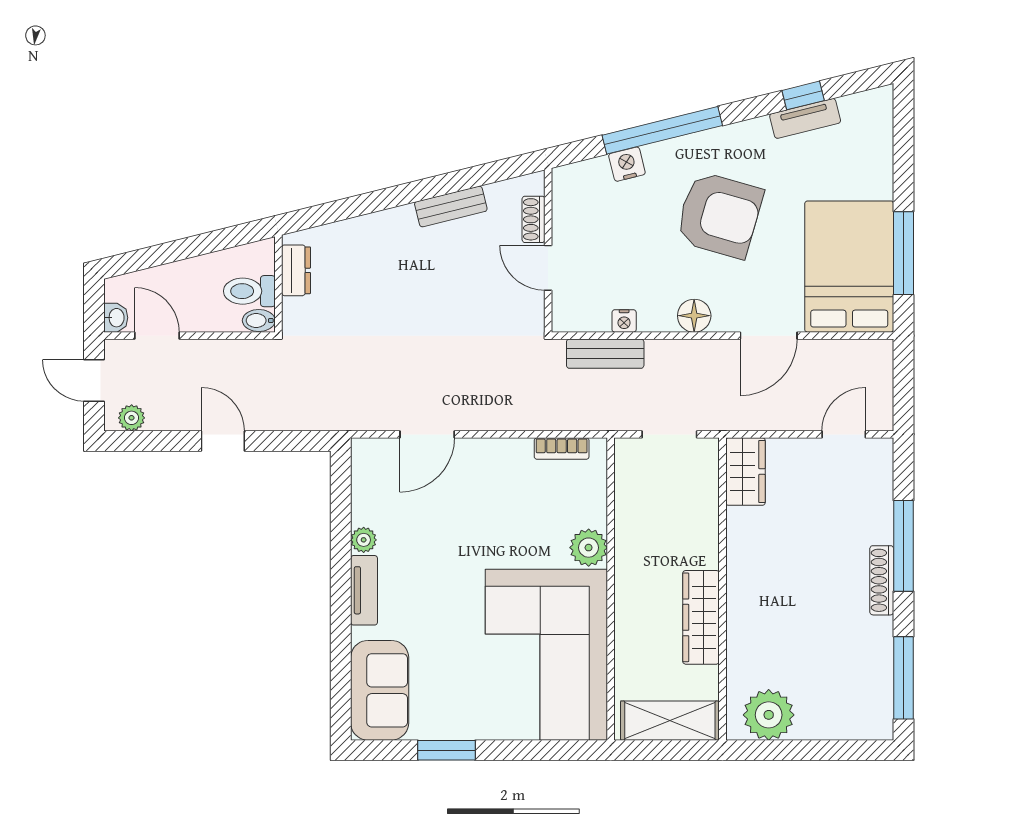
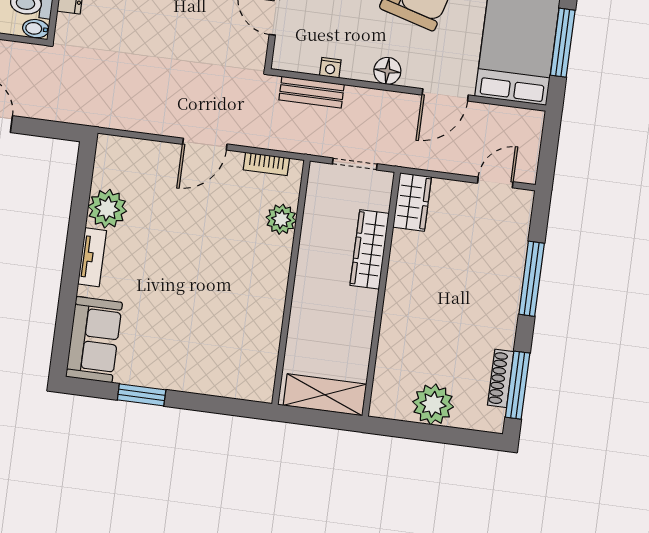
door: (427, 434) -> (205, 144), moved
plant: (364, 540) -> (107, 209), width x1.88, depth x1.88
plant: (589, 548) -> (281, 219), moved
shoe rack: (882, 580) -> (501, 378), moved
wardrobe: (701, 617) -> (369, 249), moved
corner sofa: (546, 655) -> (232, 328), removed
plant: (769, 715) -> (433, 404), moved

